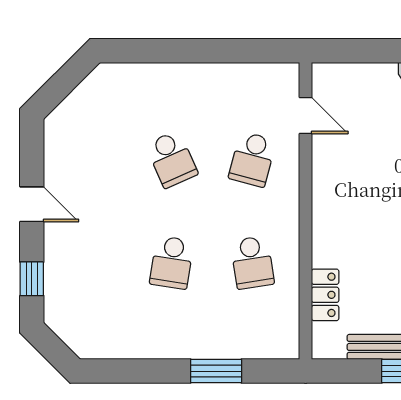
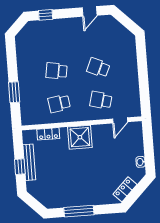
school desk: (172, 159) -> (98, 68), turned 48
door: (32, 204) -> (90, 11), moved
shower: (339, 218) -> (80, 137), added

